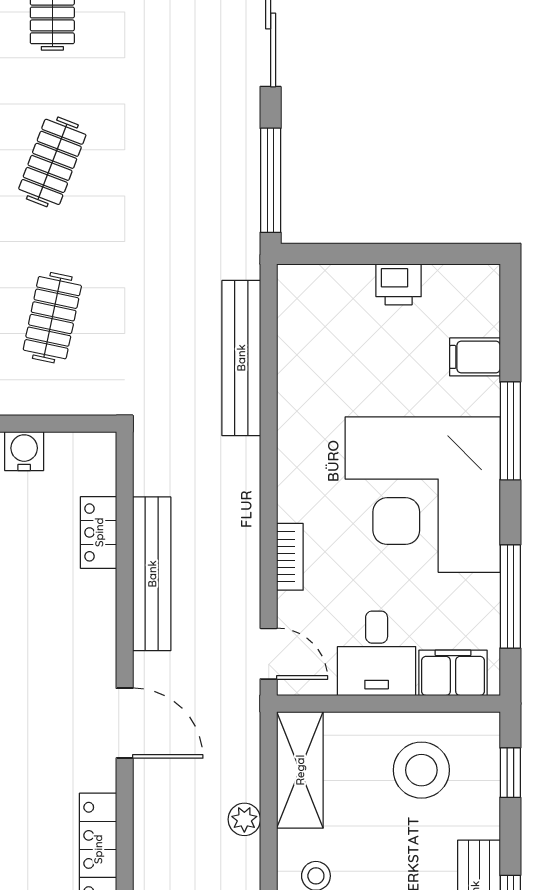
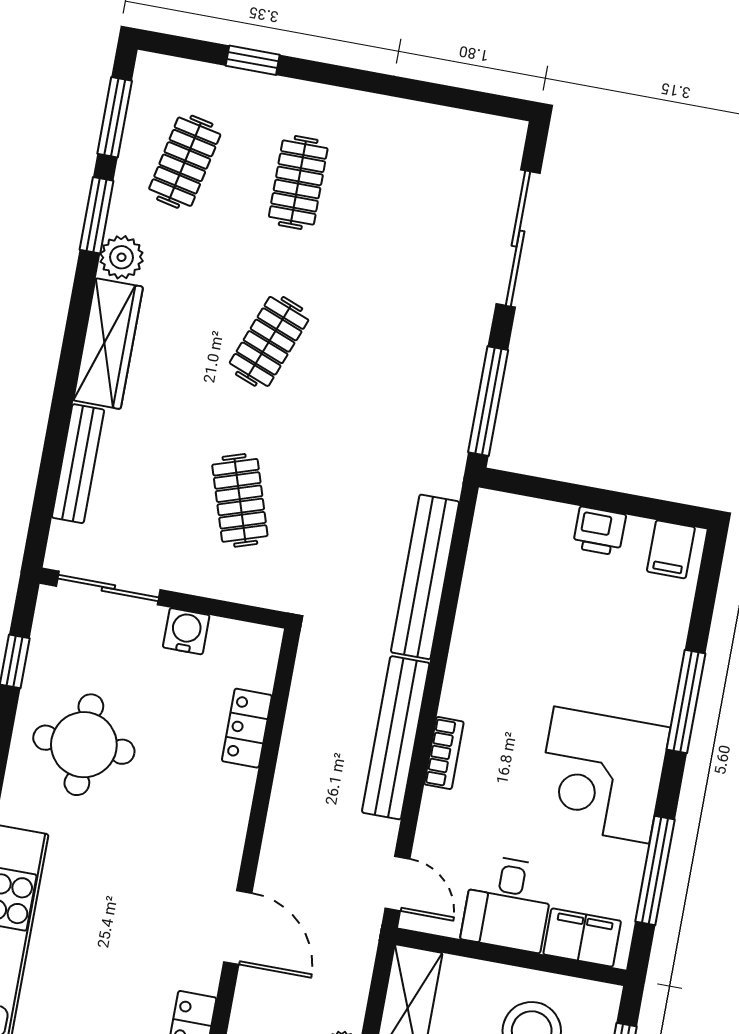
clothes rail: (52, 318) -> (240, 500), turned -30
filing cabinet: (475, 357) -> (671, 549), moved, turned -90
corner desk: (423, 495) -> (602, 775), width x0.74, depth x0.74
bookcase: (290, 557) -> (444, 753), moved
bench: (152, 574) -> (396, 738), moved

